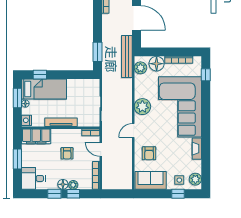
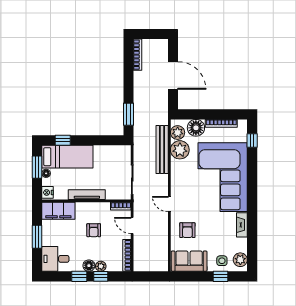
bench: (127, 57) -> (162, 150), moved
plant: (142, 107) -> (180, 150), moved
door: (133, 130) -> (169, 204), hinge flipped

